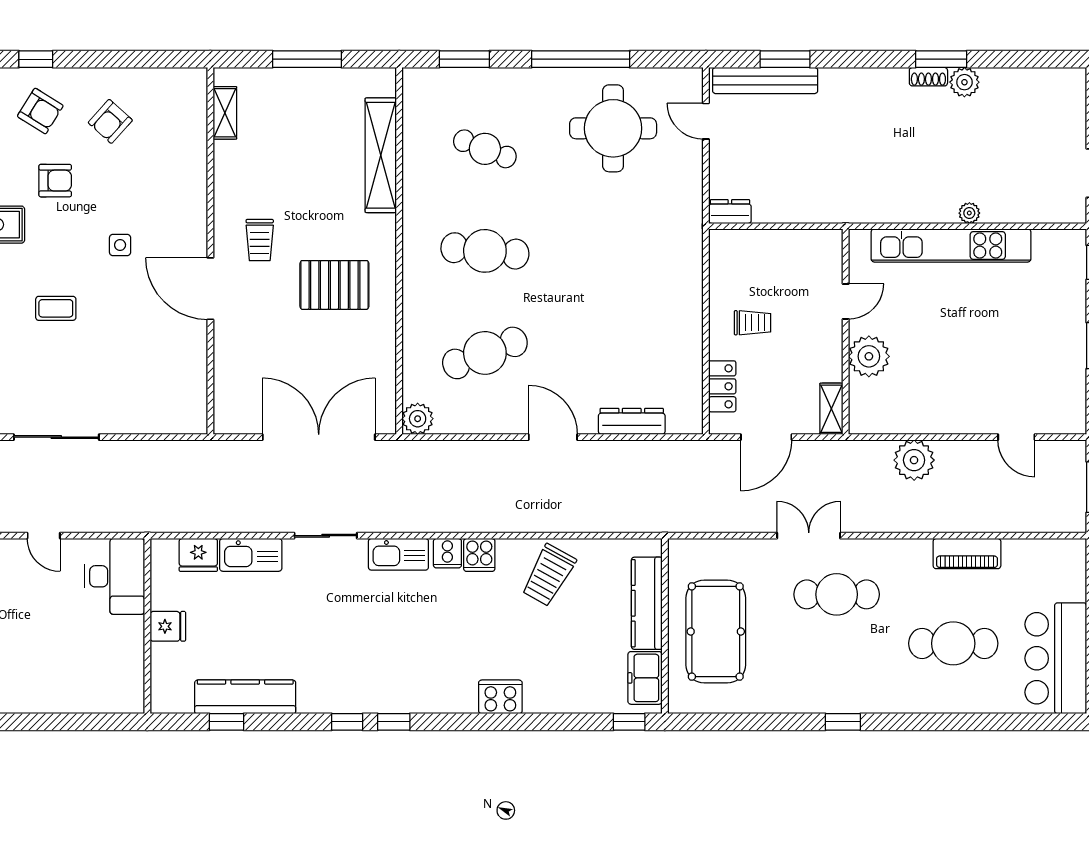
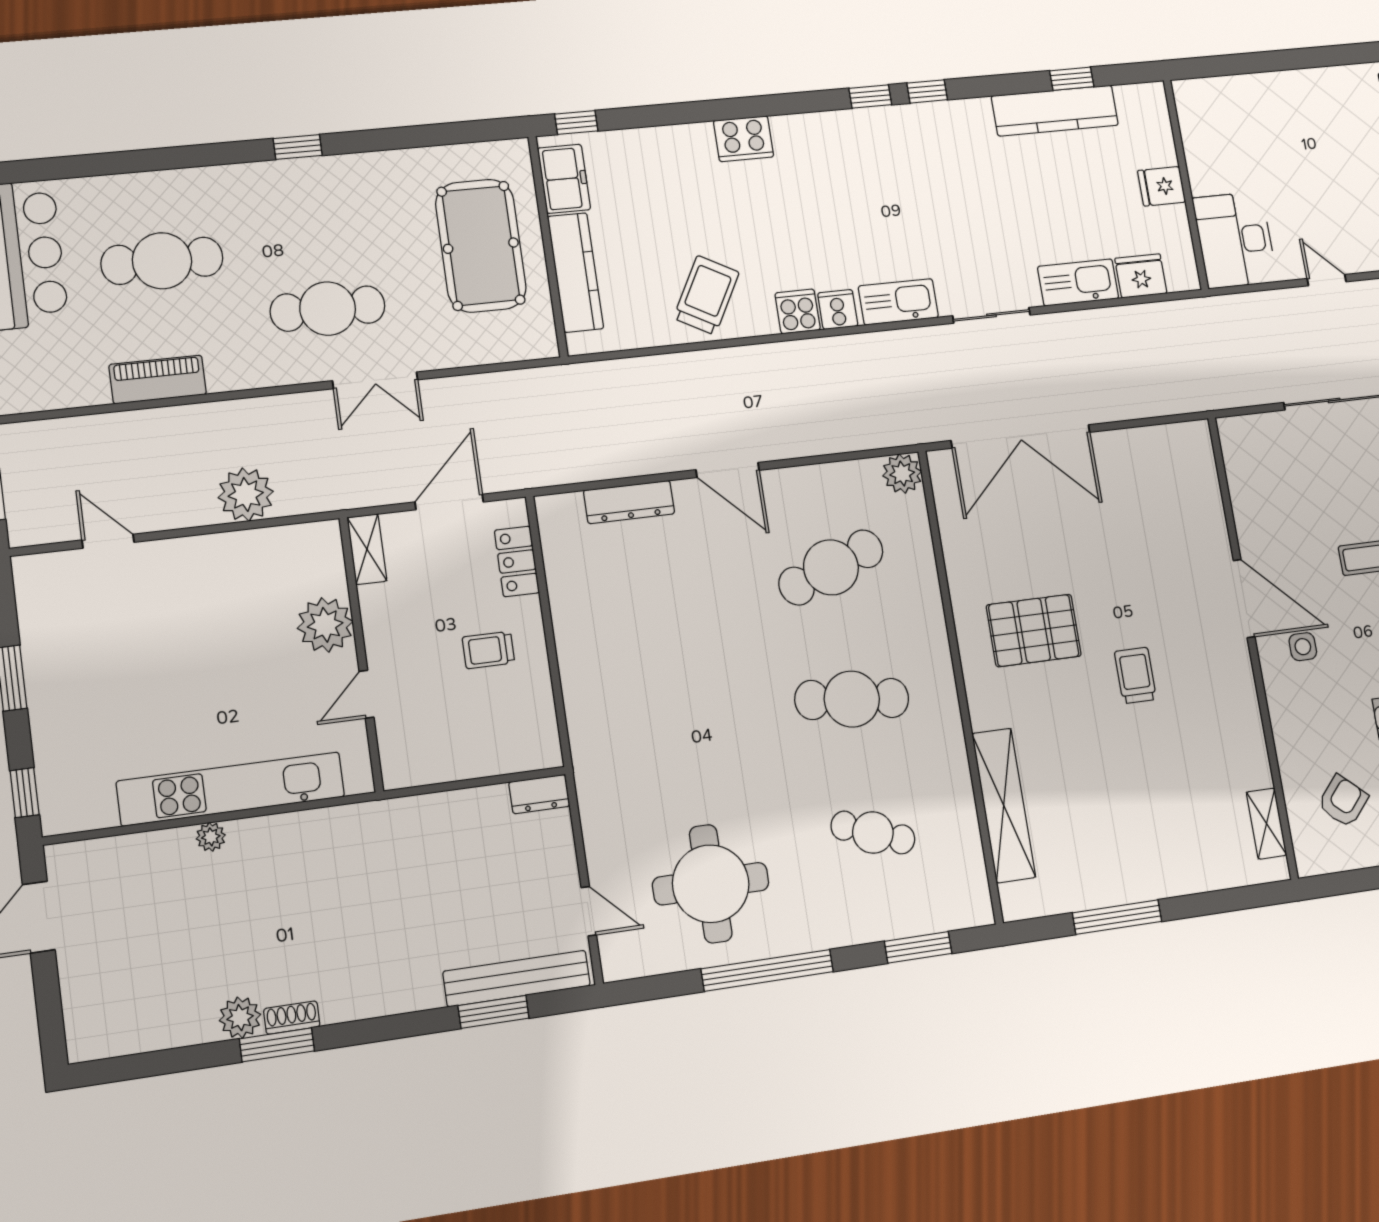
shelving: (225, 113) -> (1266, 824), moved
wall: (210, 251) -> (1253, 646), moved
door: (210, 289) -> (1244, 599), moved

